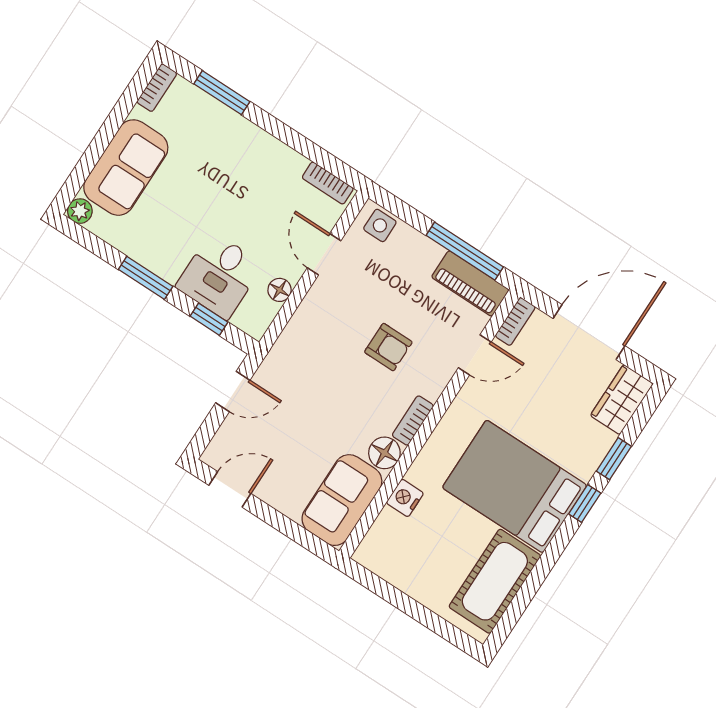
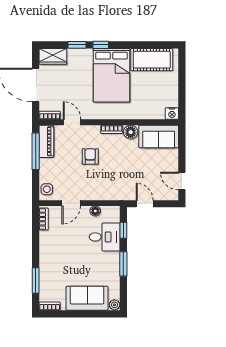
nightstand: (405, 498) -> (172, 113), moved

